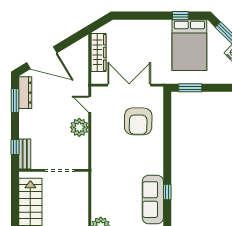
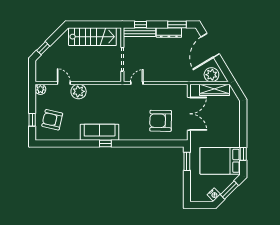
dresser: (25, 93) -> (169, 33), moved
door: (90, 104) -> (137, 83), moved
plant: (79, 127) -> (211, 75), moved
bench: (25, 154) -> (139, 32), width x1.36

